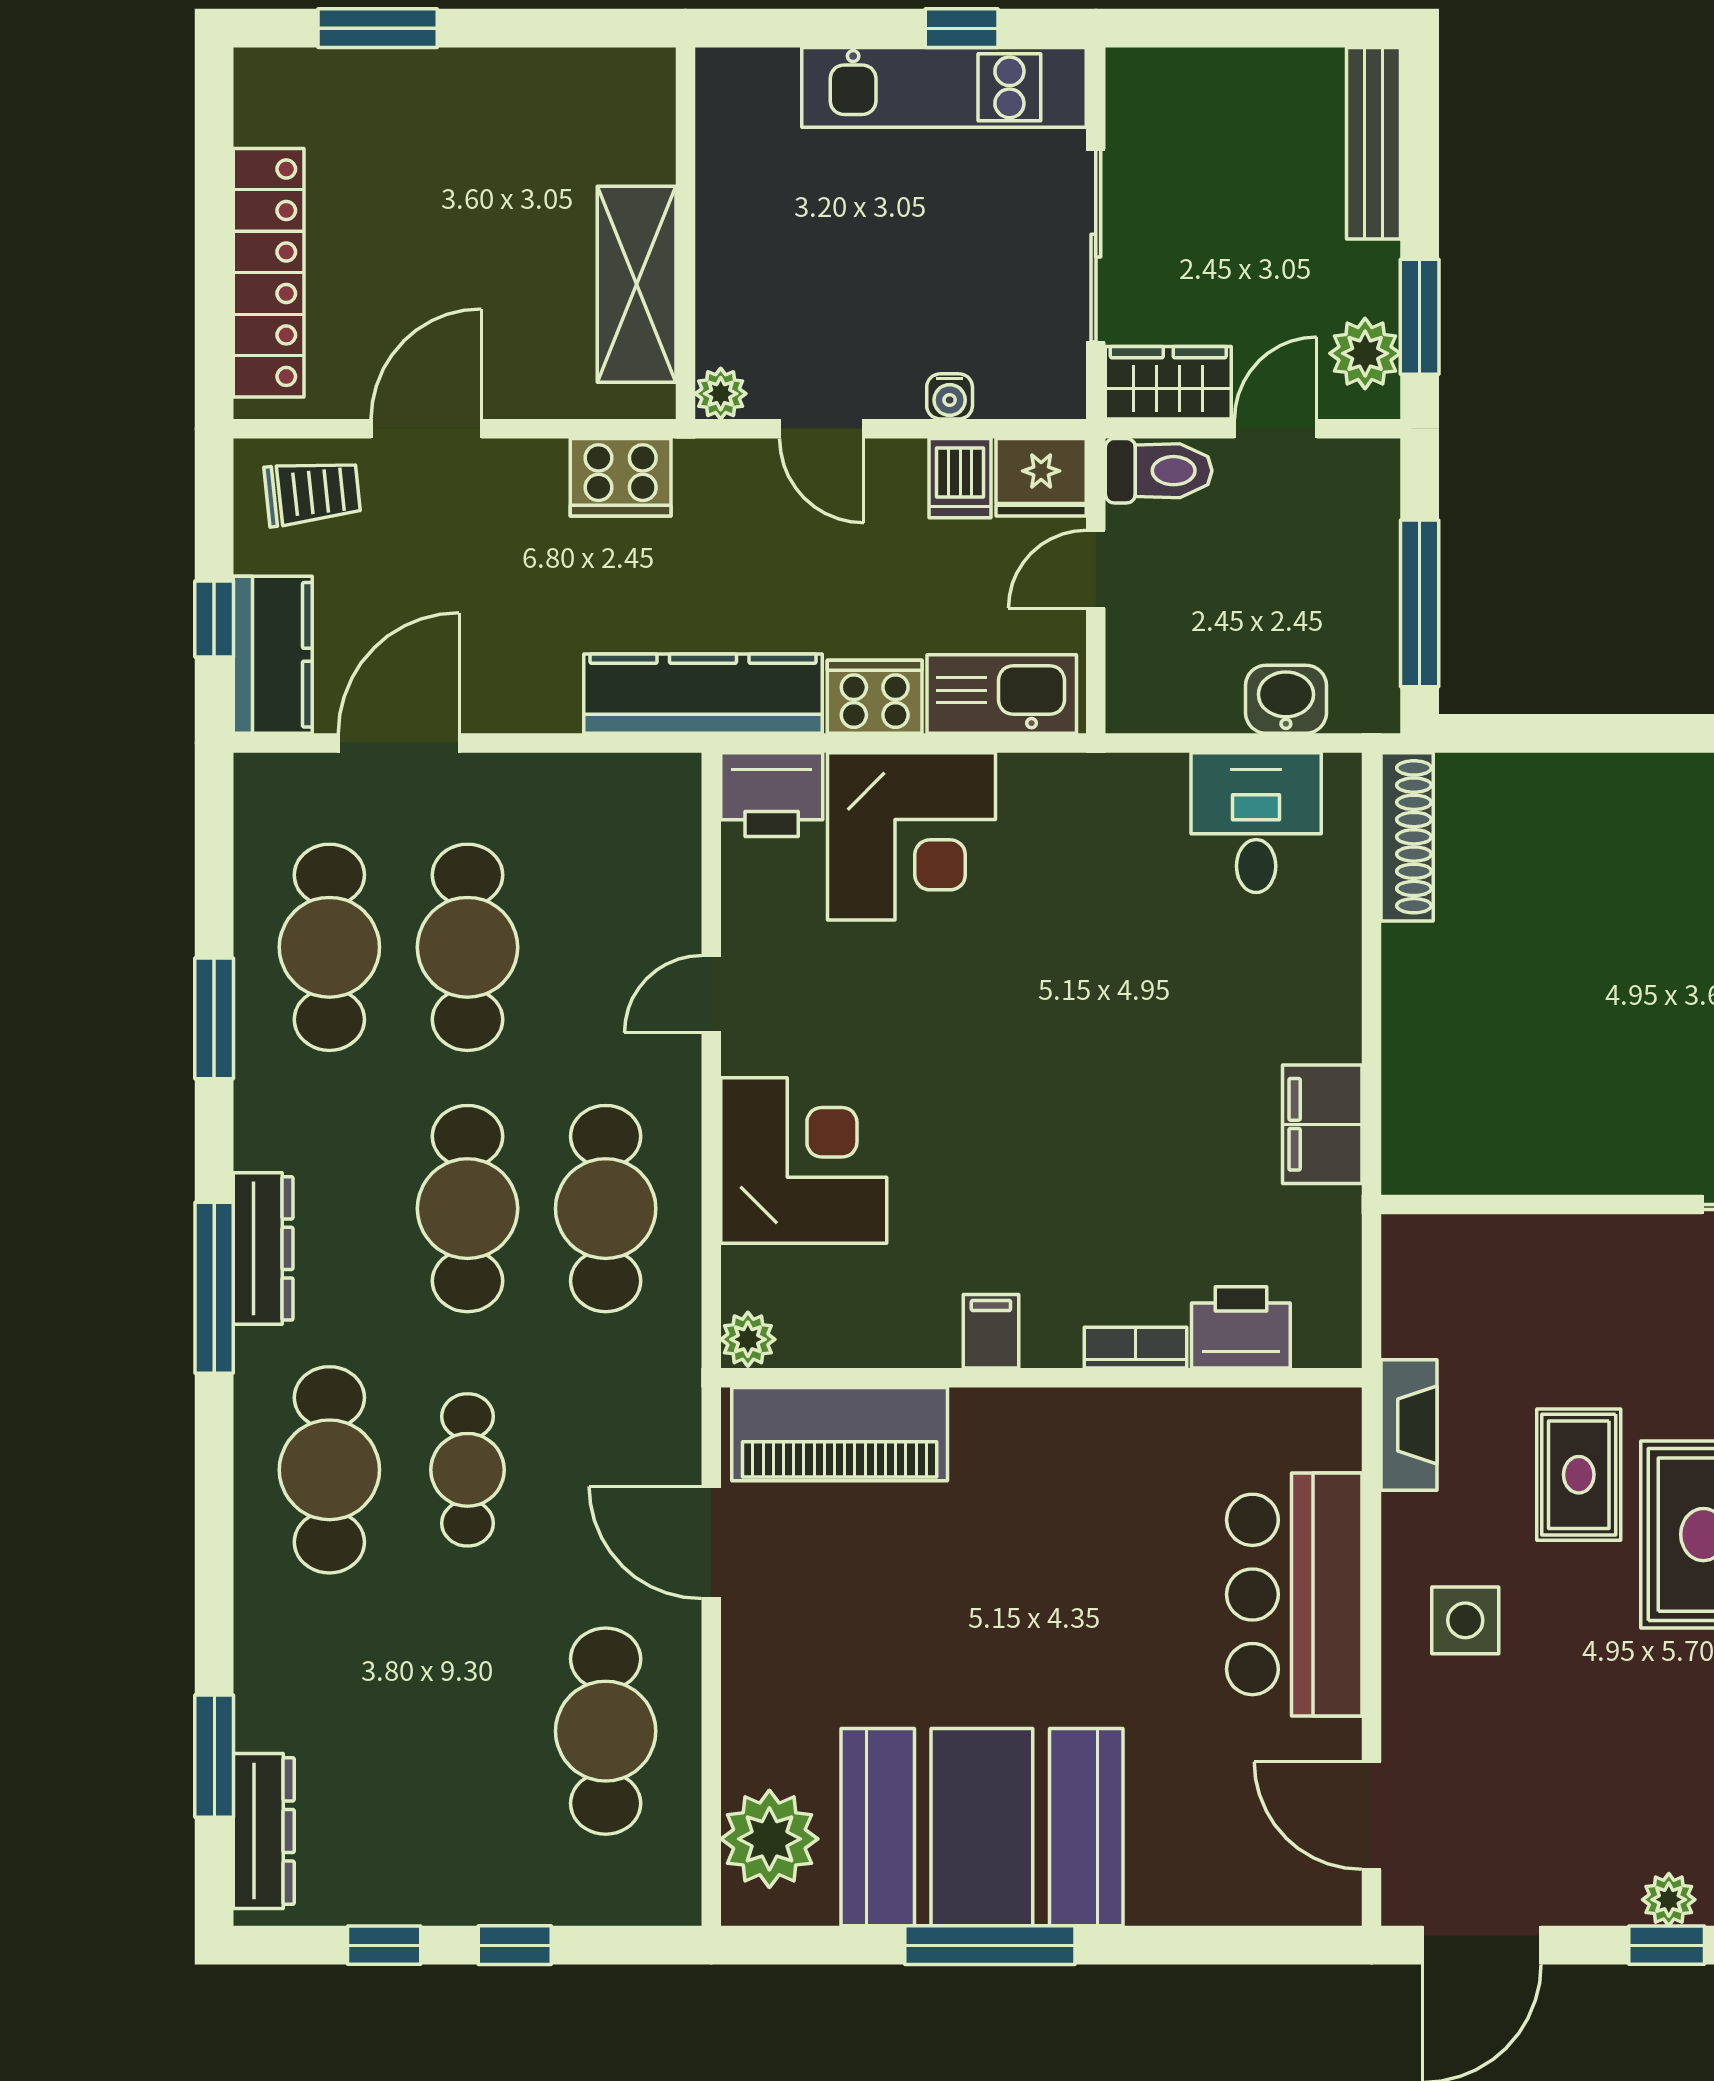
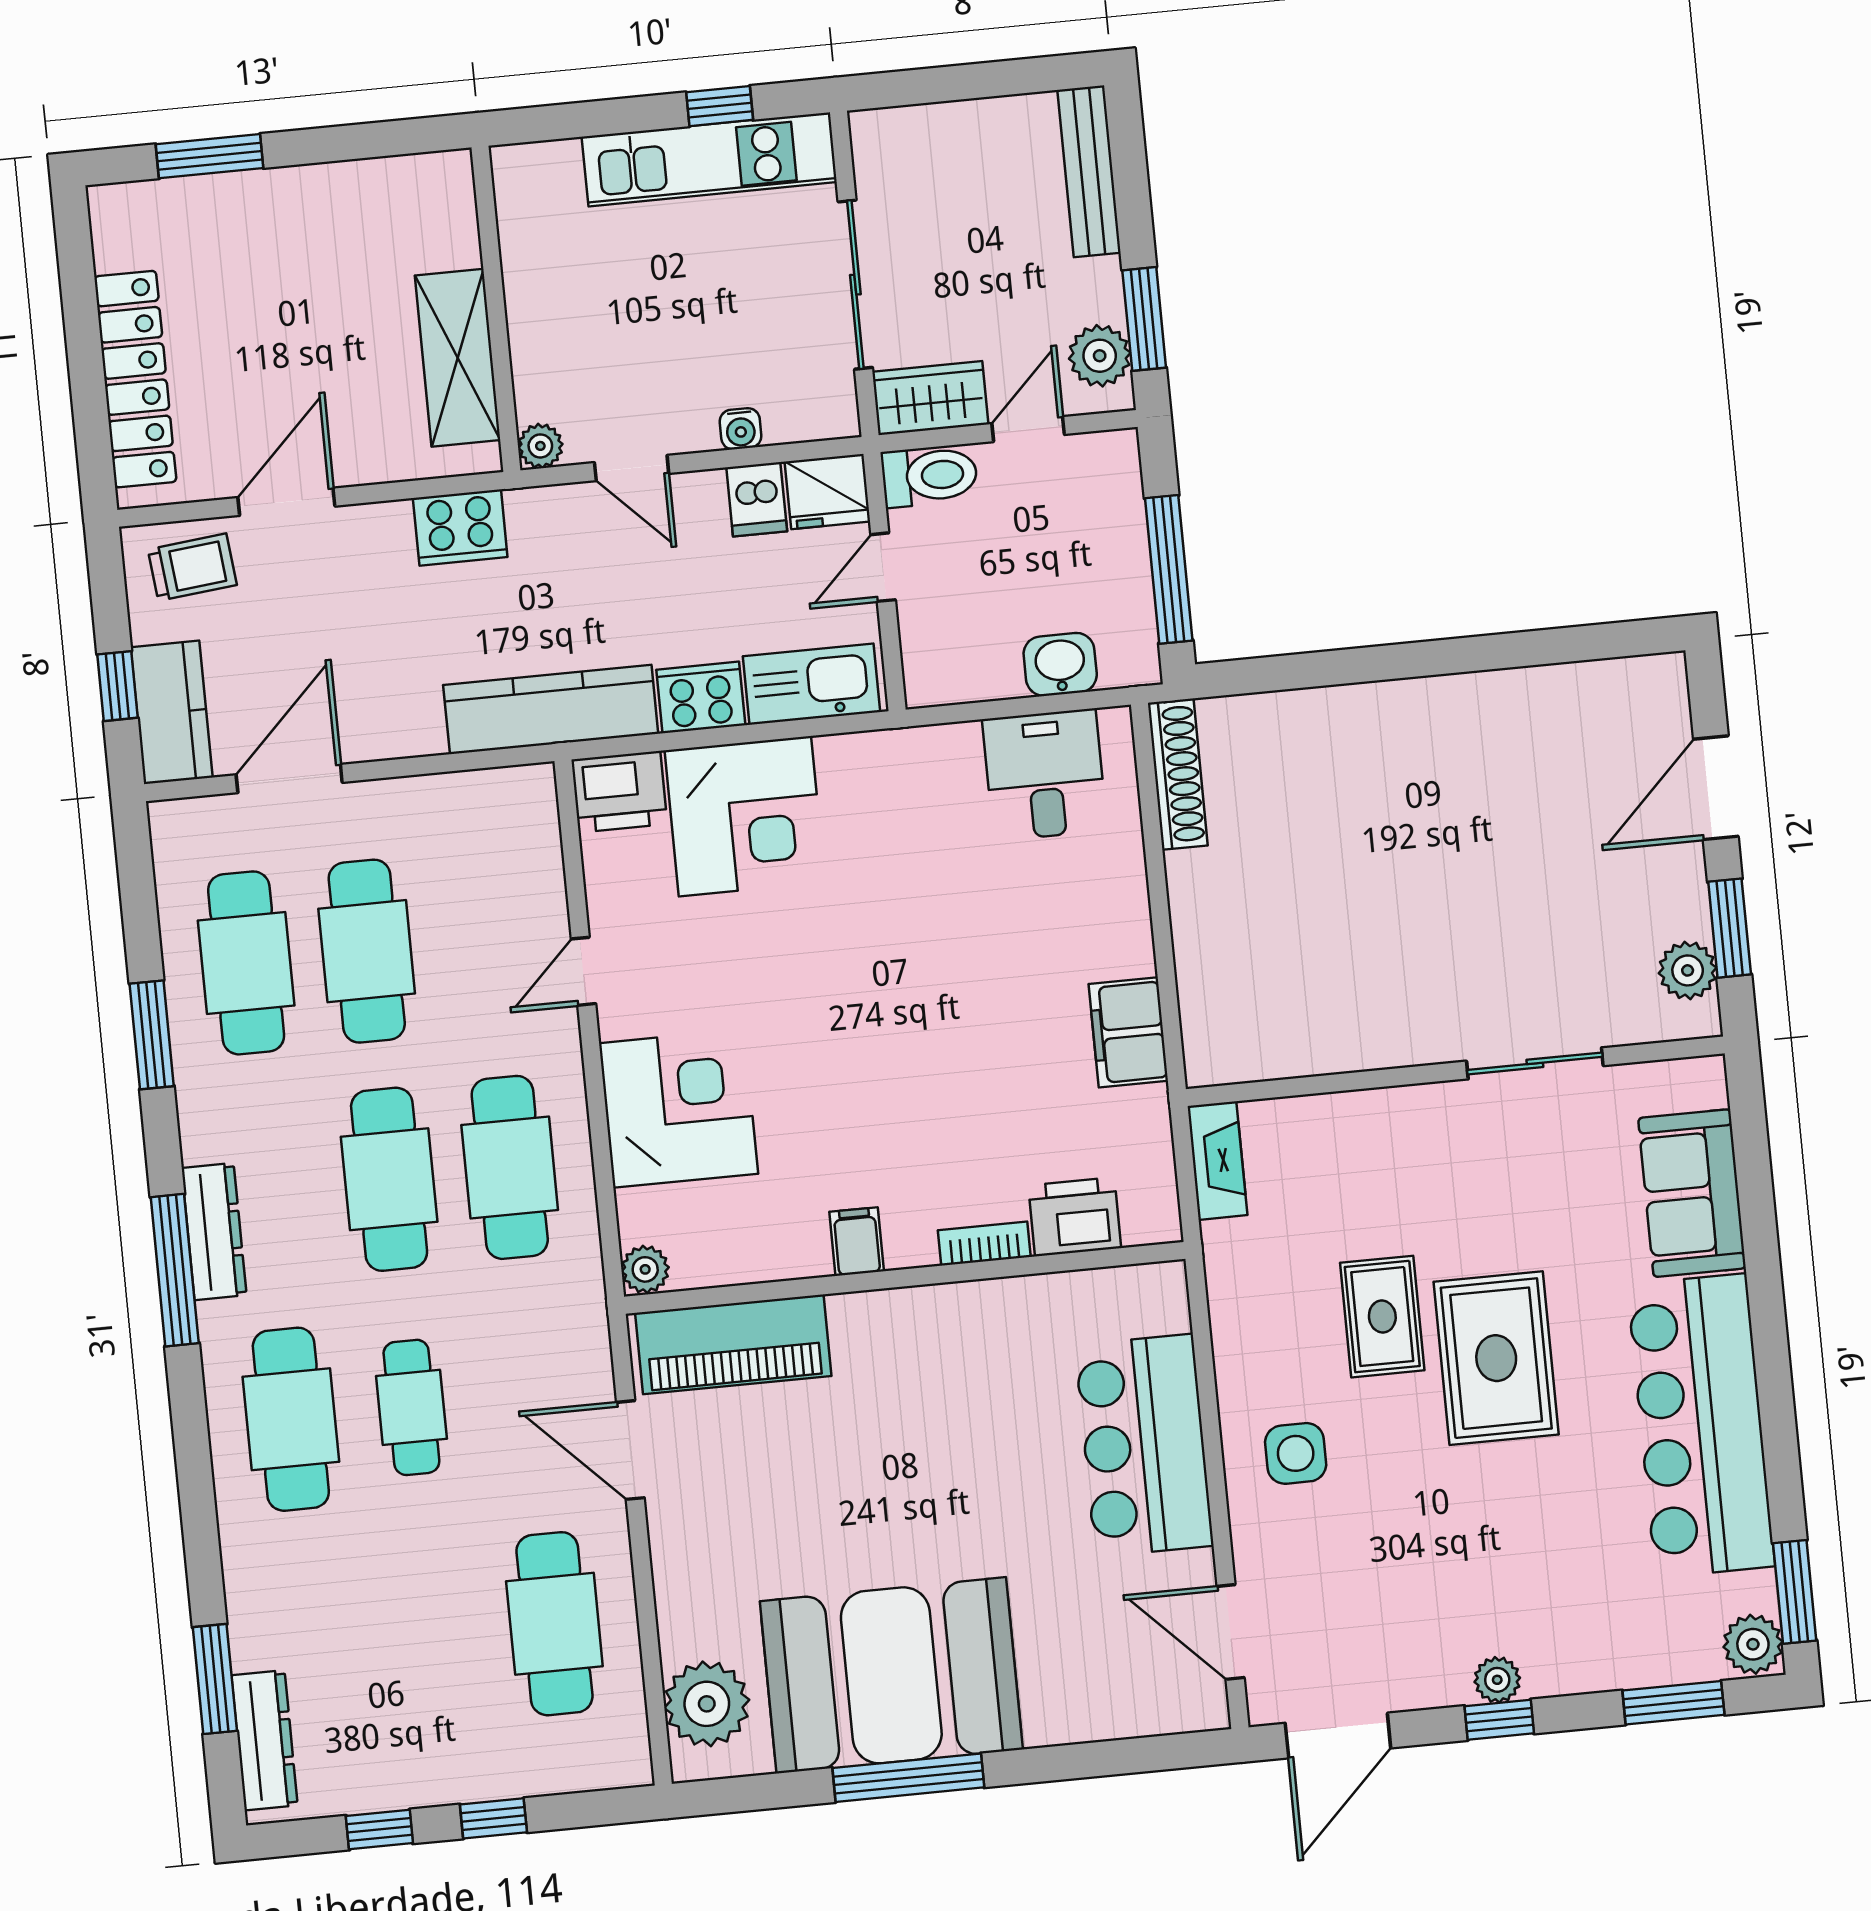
fireplace: (1409, 1425) -> (1217, 1161), moved

